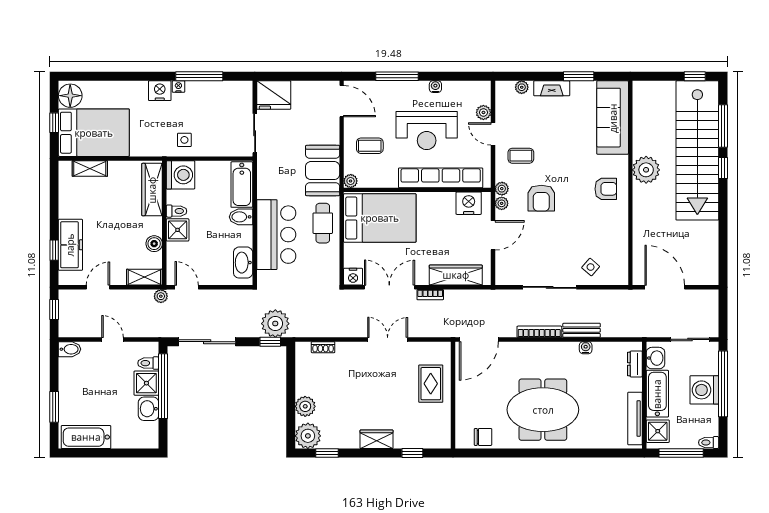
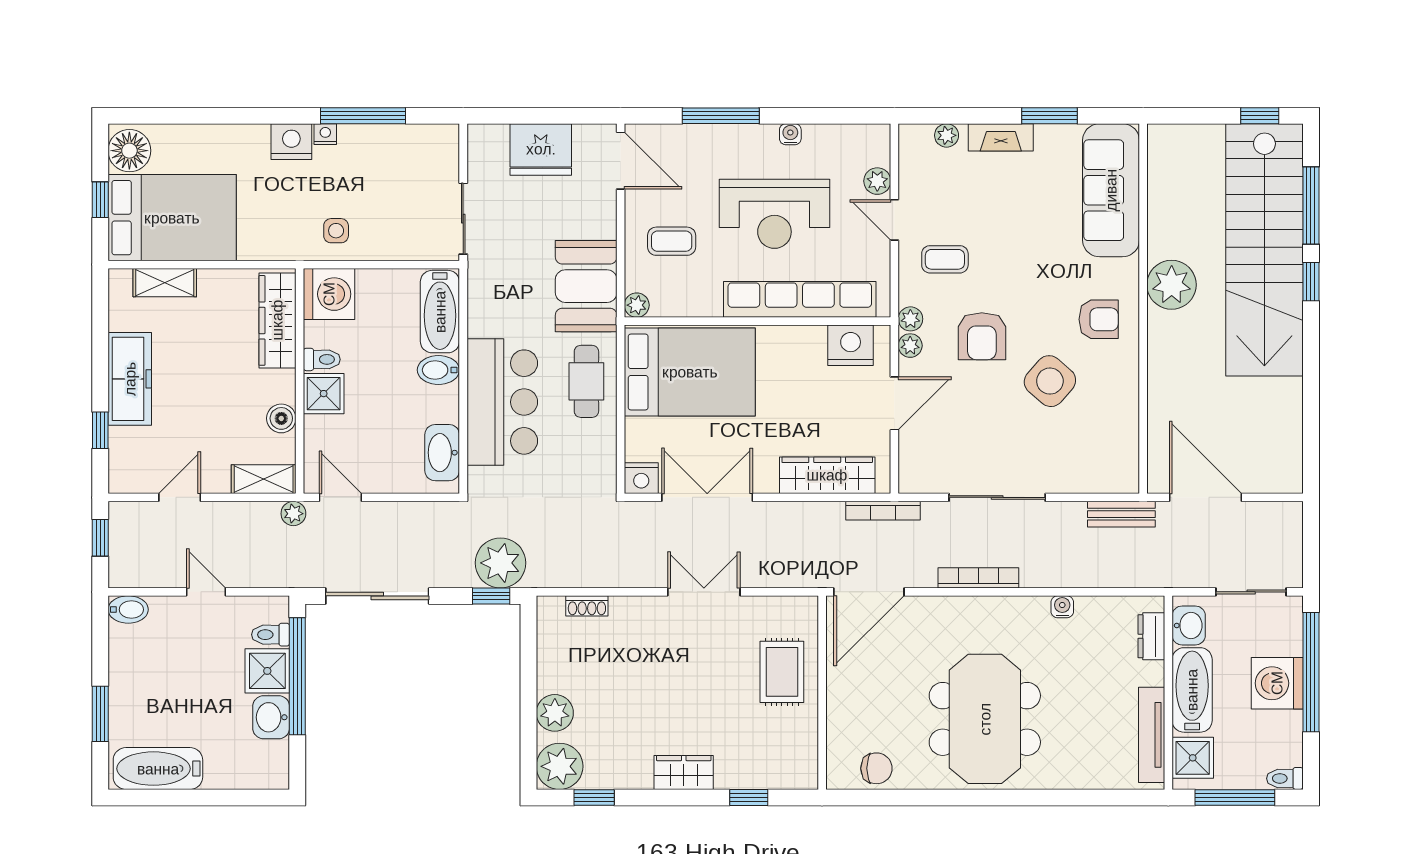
fridge: (274, 95) -> (541, 149), moved
freezer: (70, 245) -> (130, 379), moved
side table: (591, 267) -> (1050, 381), moved, width x1.87, depth x1.87
bookcase: (430, 295) -> (883, 511), moved, width x1.56
bench: (582, 330) -> (1121, 514), moved
meeting table: (543, 410) -> (985, 719), turned 90

